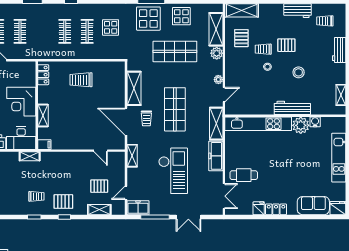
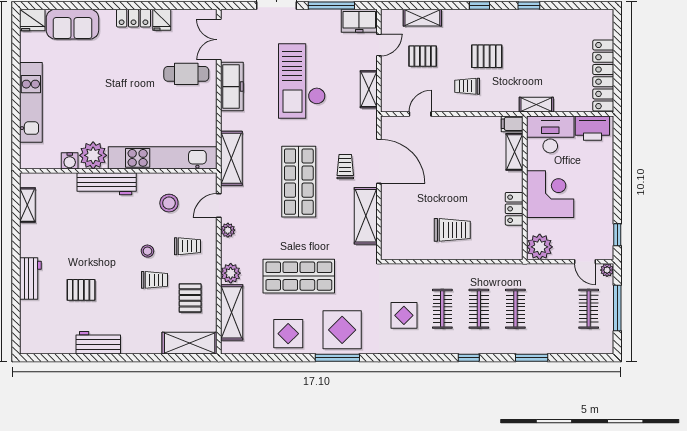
trolley: (325, 21) -> (188, 246), moved
clothes rail: (20, 31) -> (515, 309), moved
pallet: (286, 45) -> (81, 290), moved
plant: (28, 69) -> (540, 247), added
stool: (299, 72) -> (169, 203), moved
locker: (43, 75) -> (514, 209), moved
shelving: (43, 116) -> (515, 152), moved
door: (101, 151) -> (420, 114), hinge flipped
shelving: (132, 156) -> (369, 89), moved
freezer: (216, 156) -> (232, 87), moved
trolley: (36, 196) -> (467, 86), moved
pallet: (63, 202) -> (487, 56), moved

